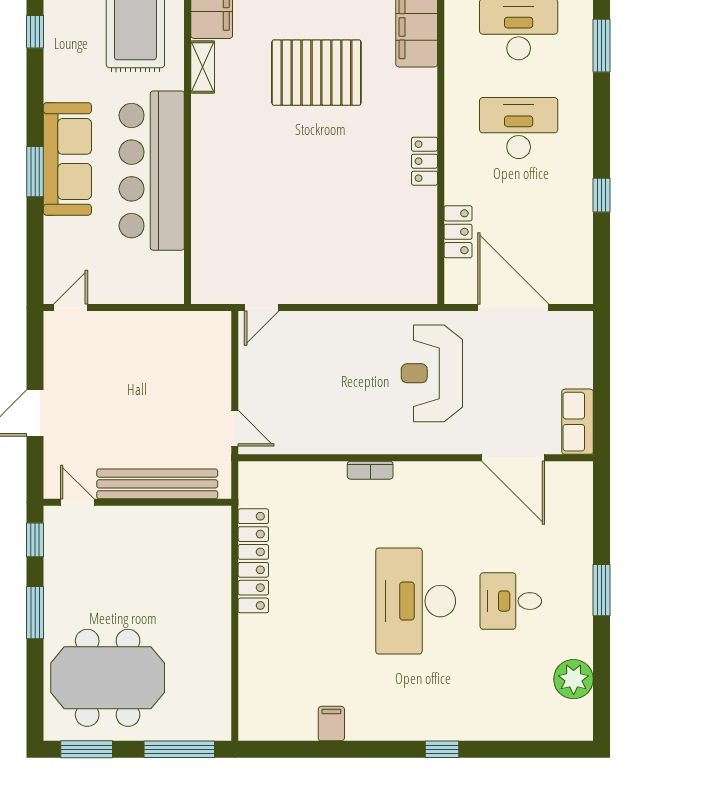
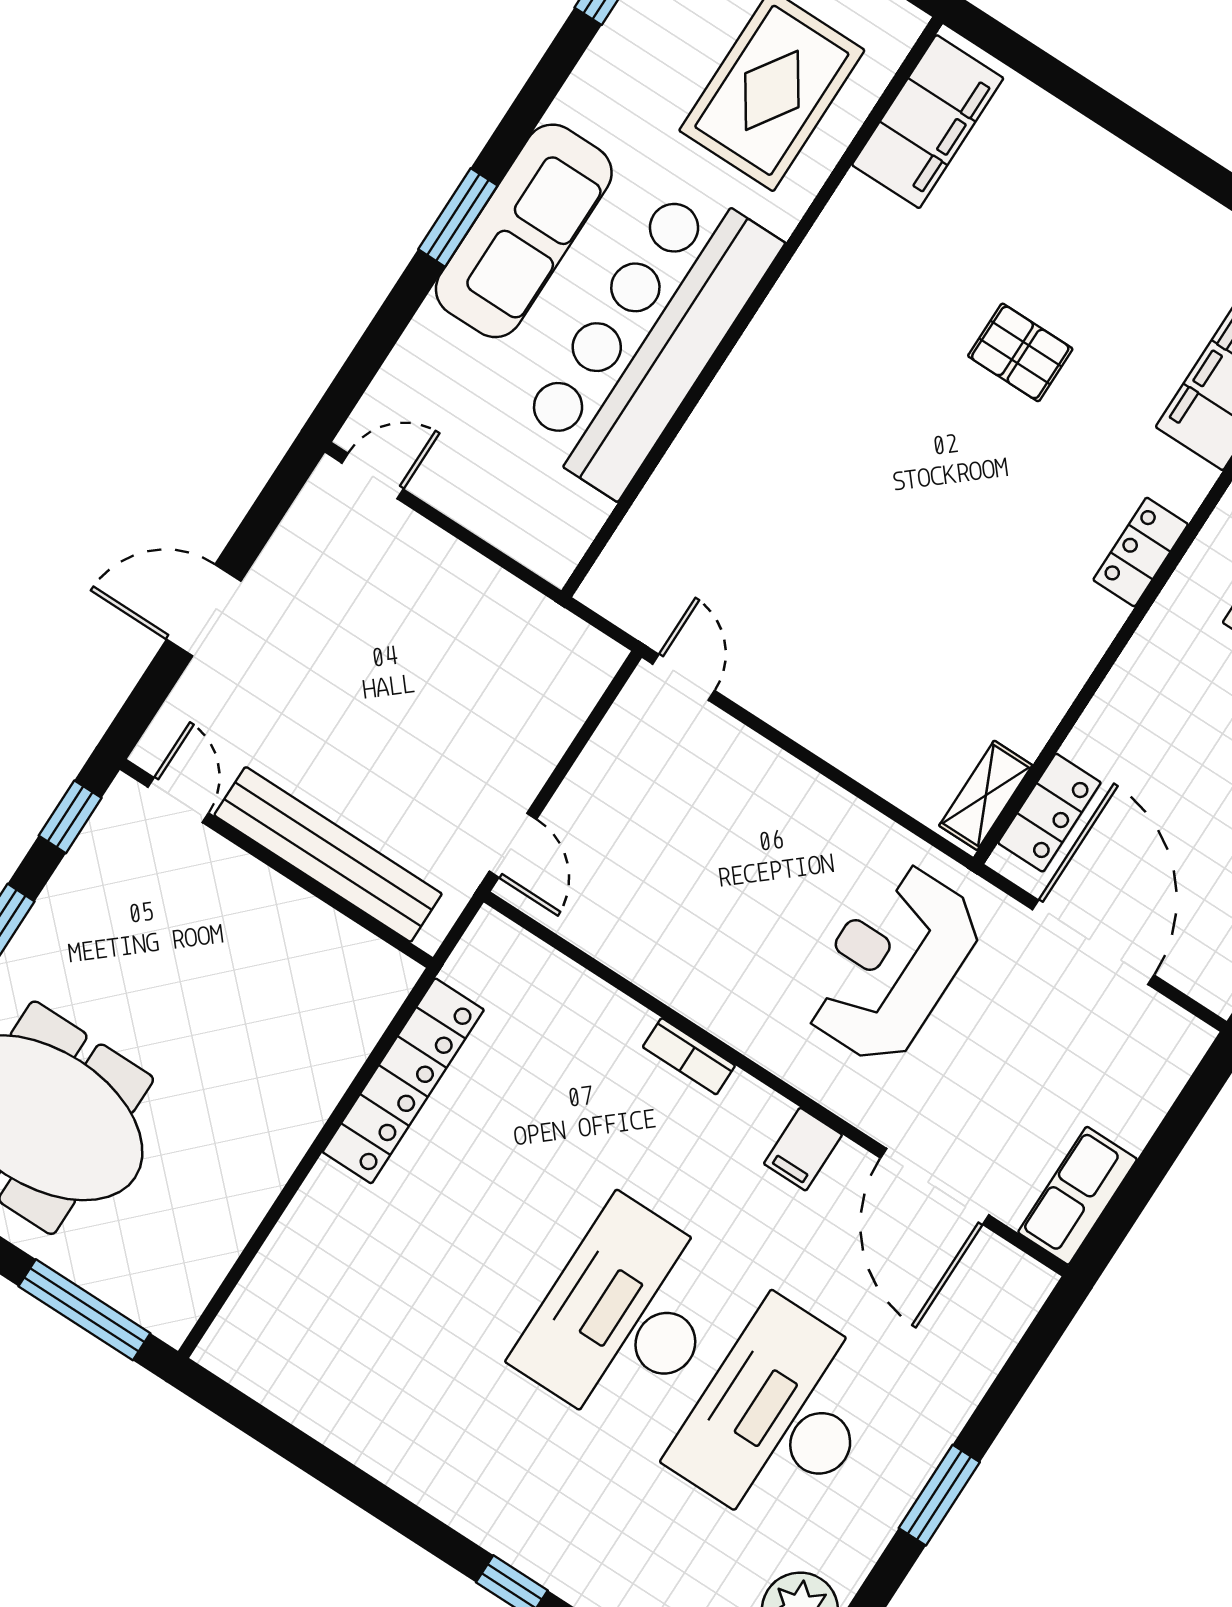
shelving: (203, 67) -> (986, 795), moved
pallet: (316, 73) -> (1020, 352), width x0.49, depth x0.50
locker: (424, 161) -> (1141, 552), moved
locker: (458, 232) -> (1049, 813), moved
door: (262, 308) -> (684, 677), swing flipped
desk: (511, 601) -> (780, 1417), width x1.87, depth x1.30
filing cabinet: (331, 724) -> (803, 1149), moved, turned 180

